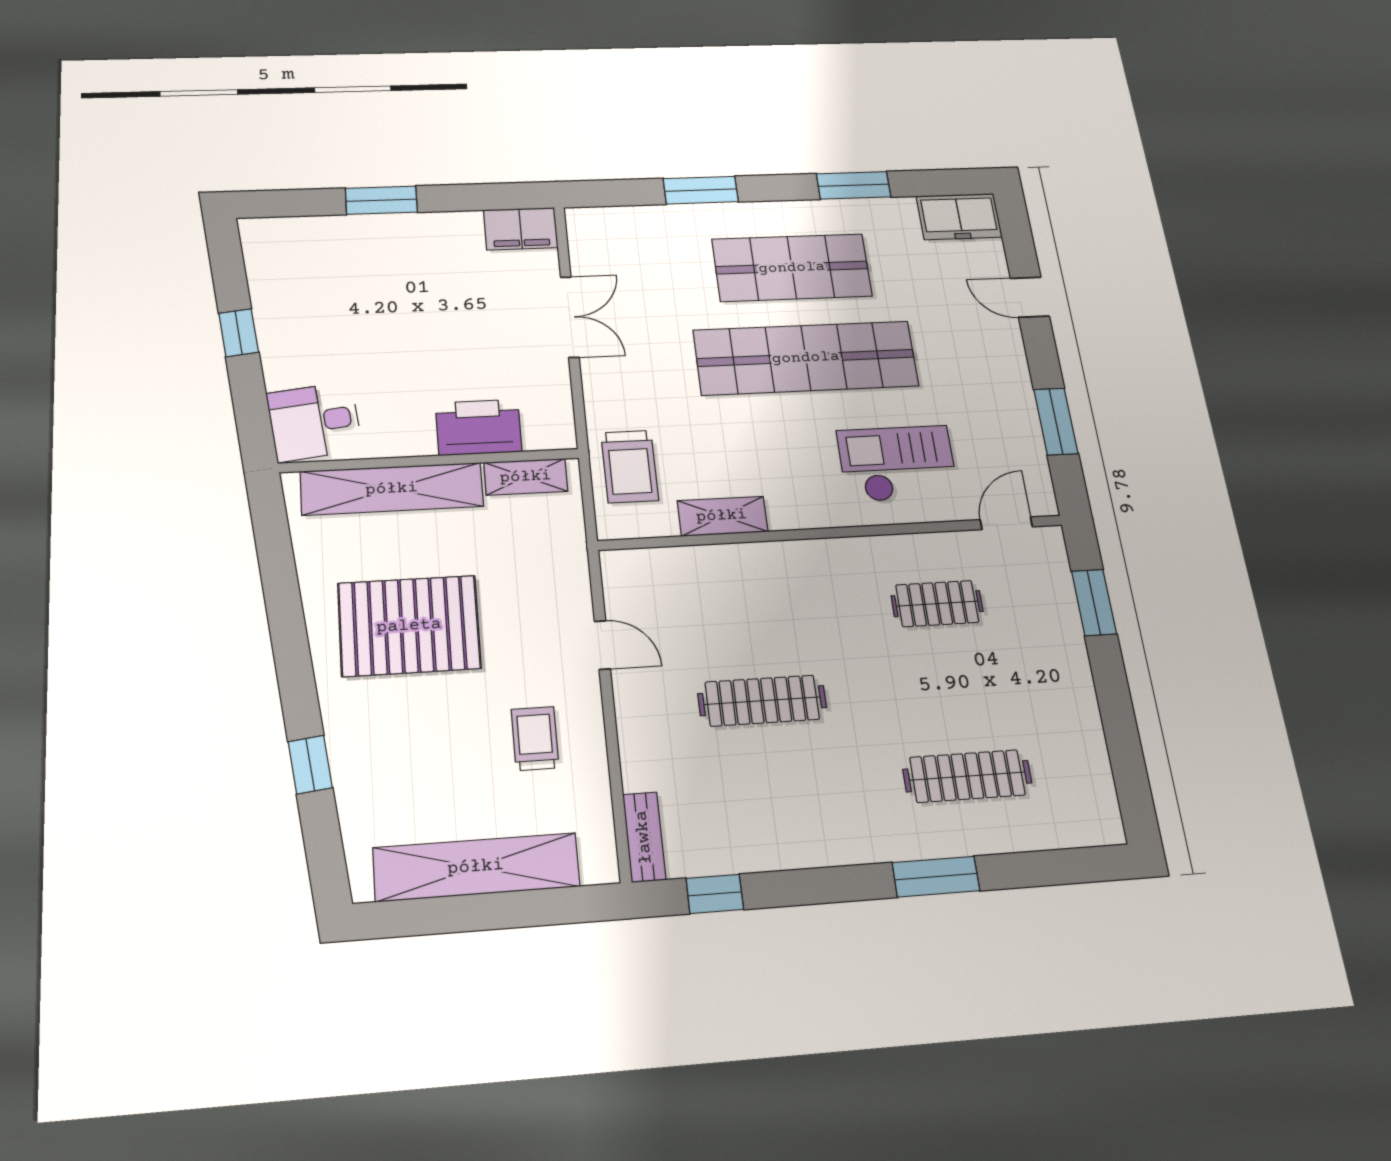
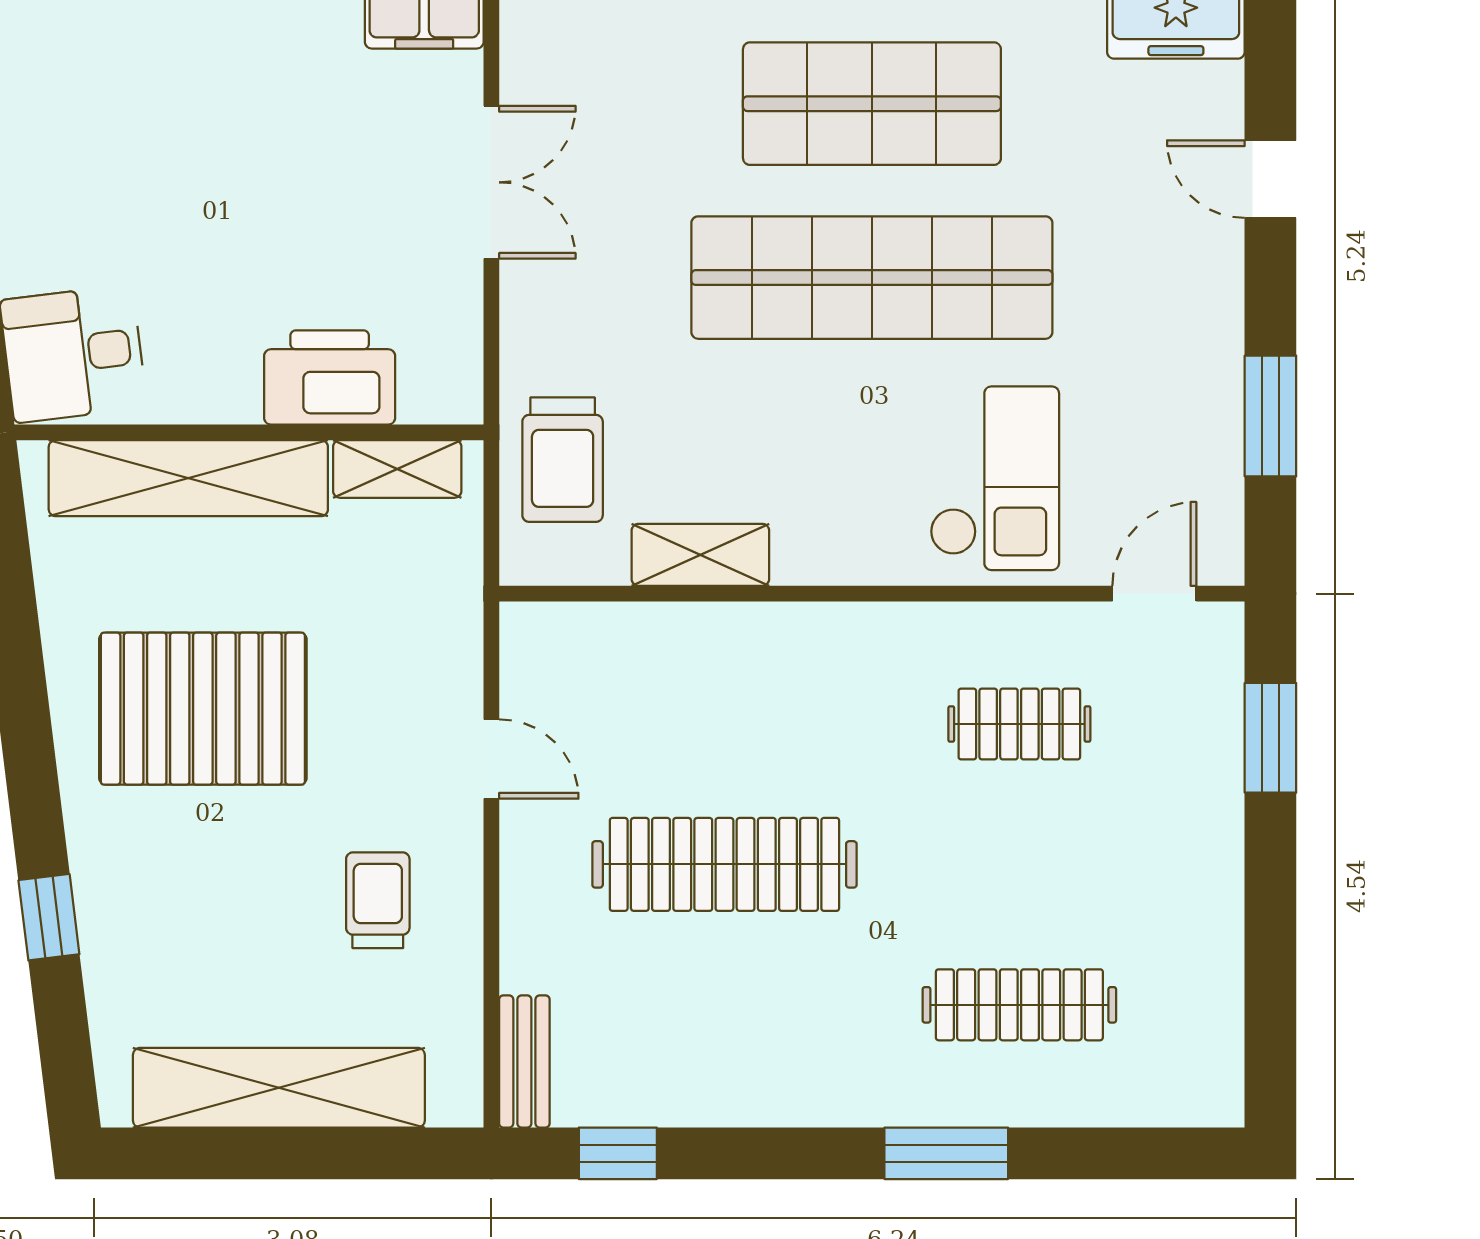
checkout: (897, 464) -> (995, 478), turned 90
clothes rail: (762, 701) -> (724, 864), width x1.37, depth x1.31

